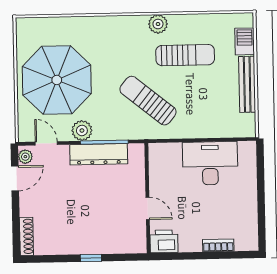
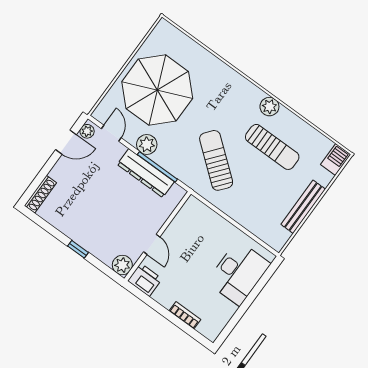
barbecue: (245, 41) -> (336, 160), moved
desk: (210, 163) -> (238, 273), moved, turned 90
plant: (137, 243) -> (122, 265), added

